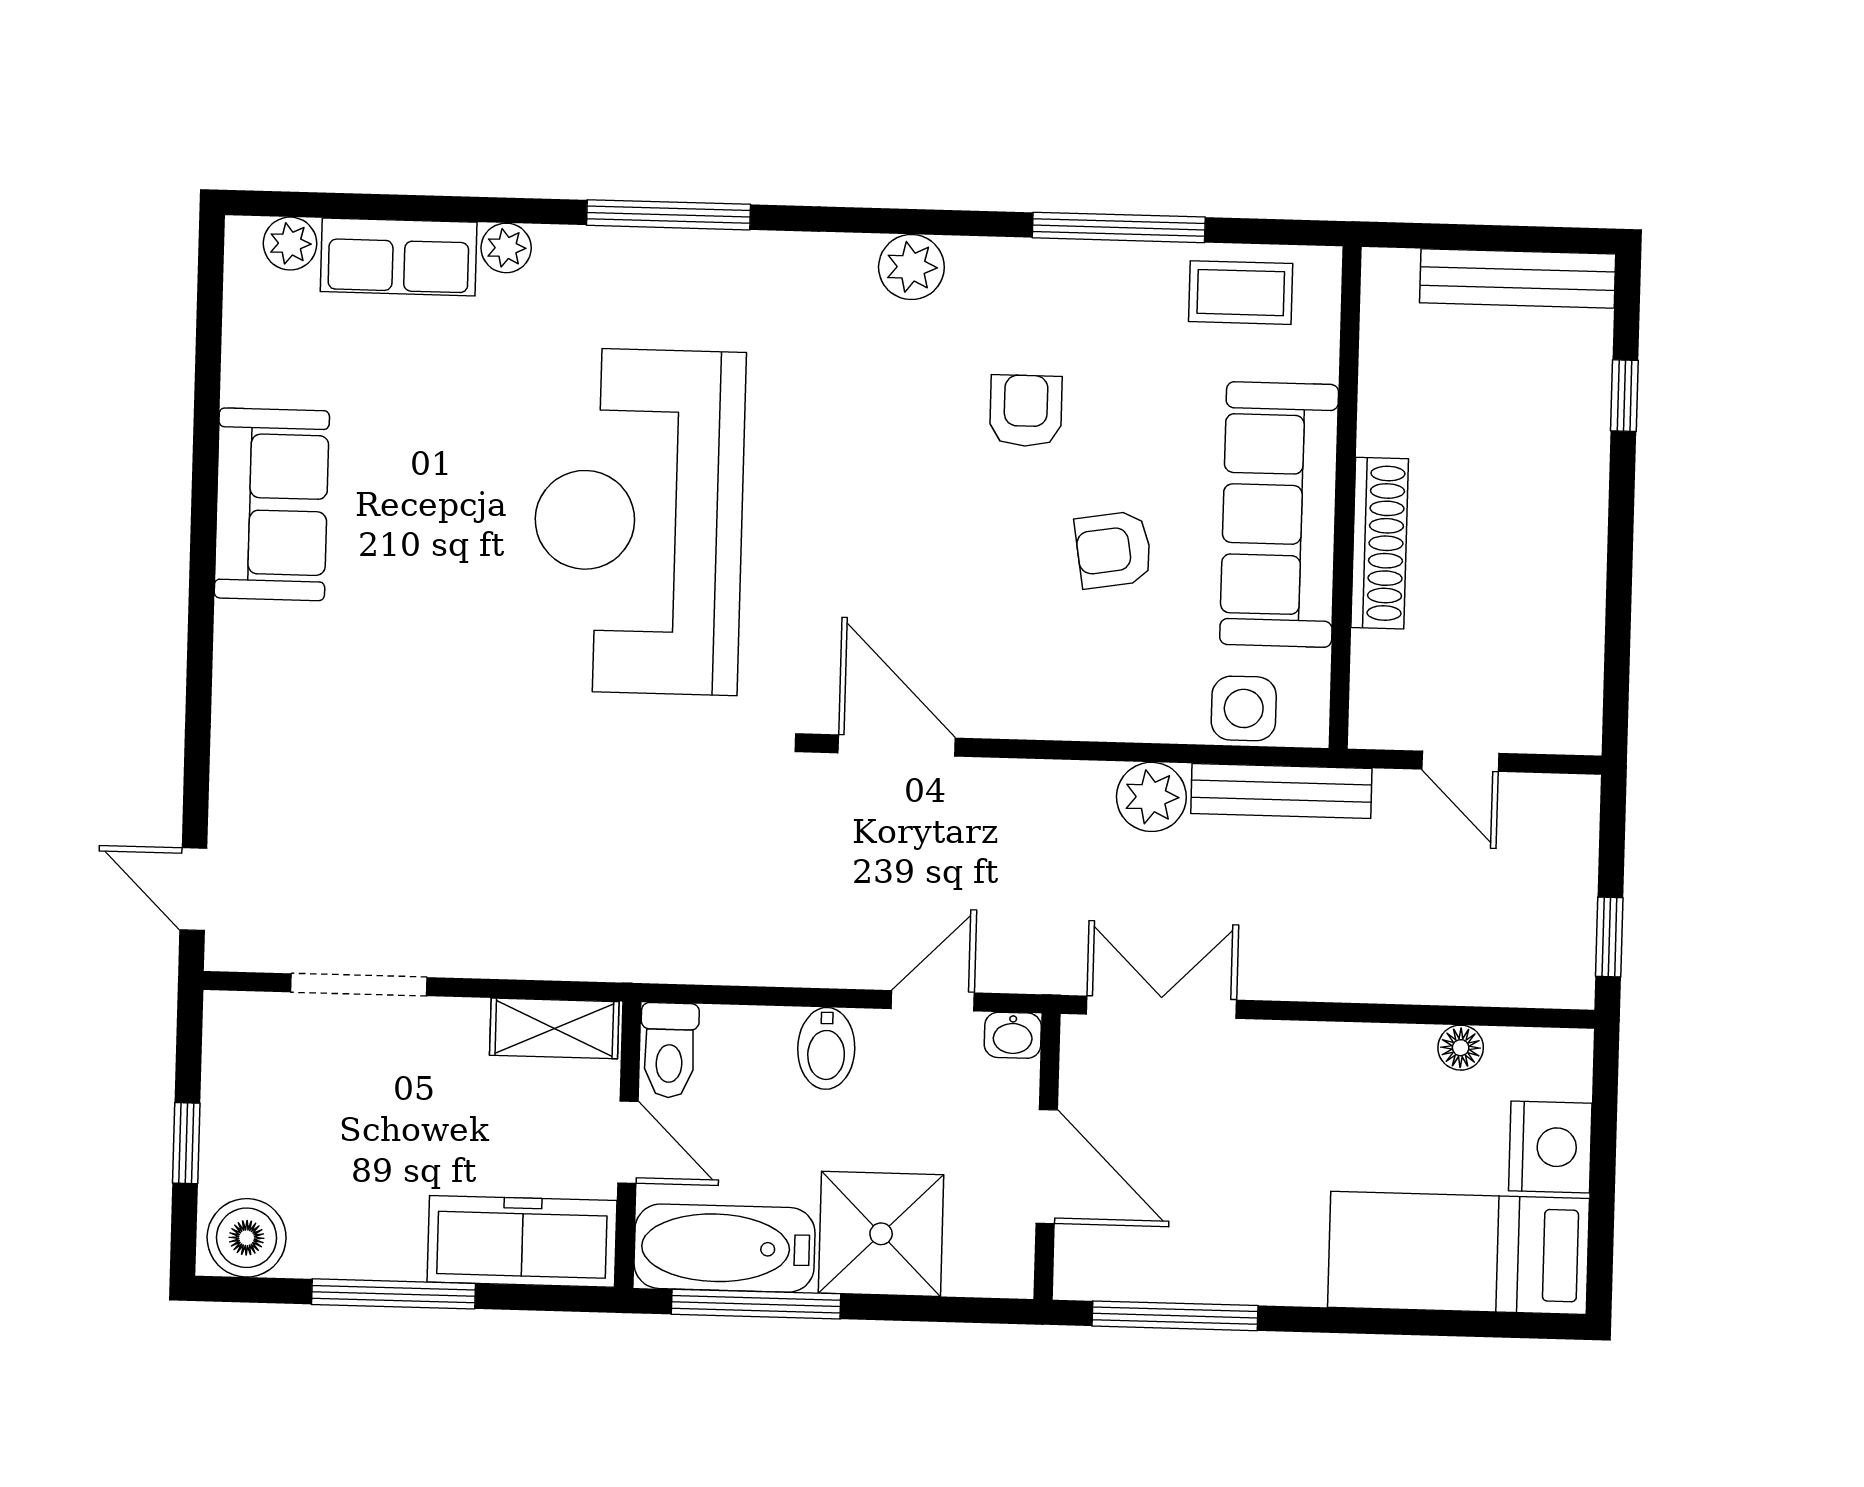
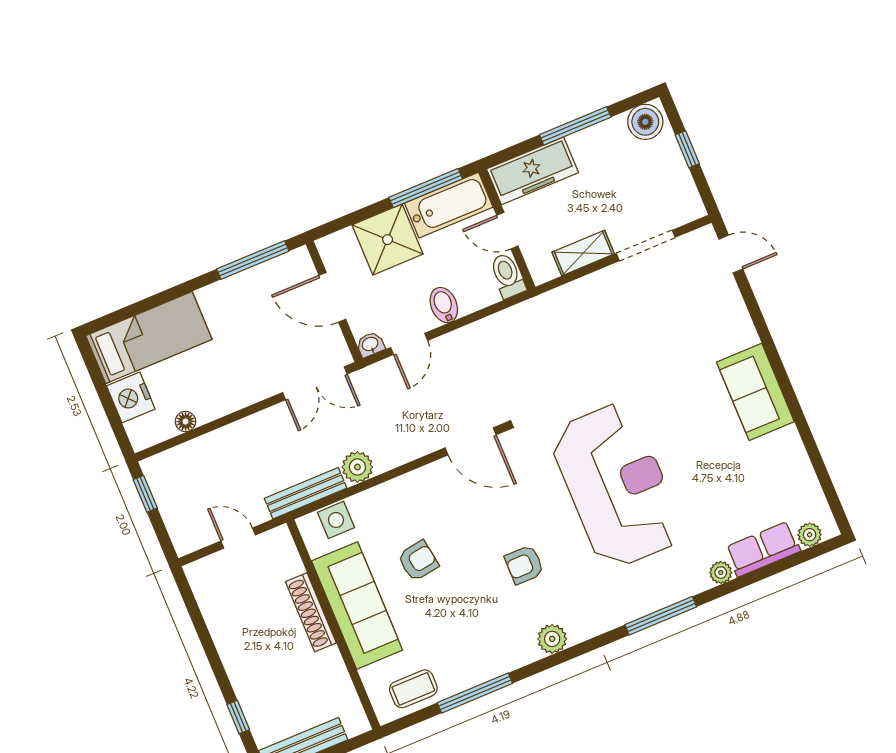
armchair: (1026, 411) -> (524, 565), moved, turned 90
sofa: (272, 504) -> (755, 392), moved
shelving: (554, 1028) -> (583, 253), moved

